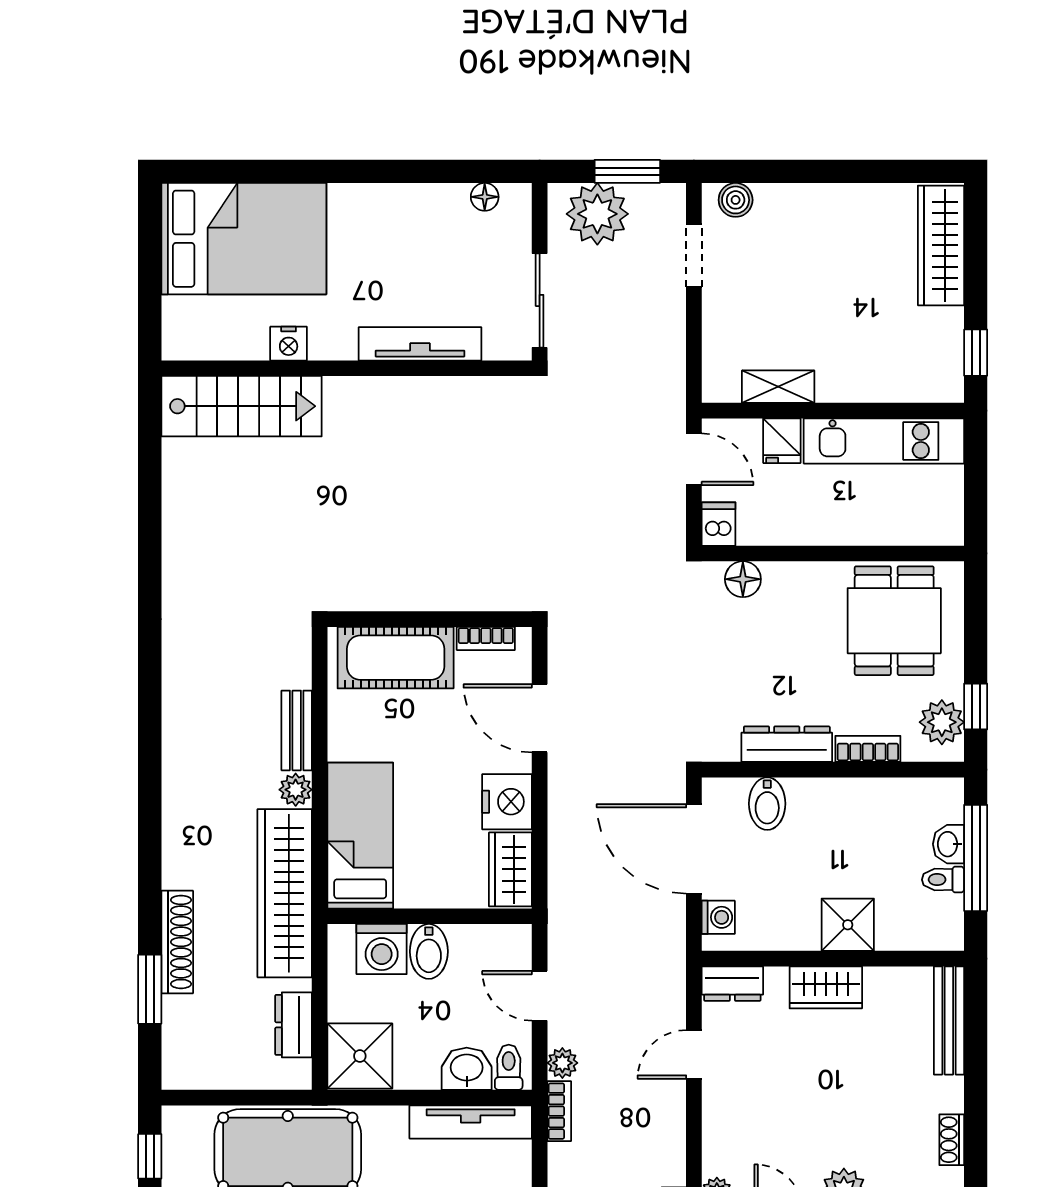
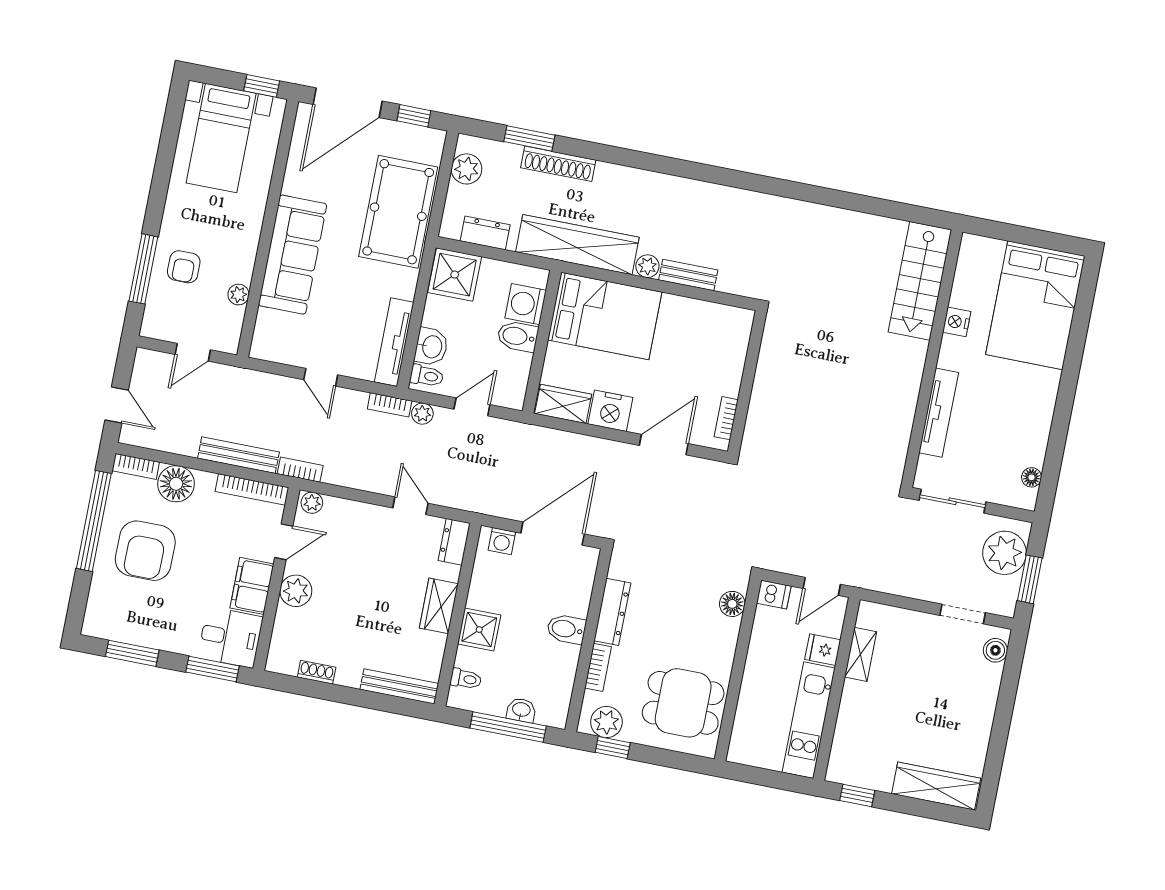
cot: (396, 658) -> (725, 353), removed
bidet: (767, 804) -> (566, 629), moved
bed: (360, 836) -> (605, 316), width x1.50
toilet: (943, 880) -> (466, 679), moved, turned 90
plant: (209, 1068) -> (467, 169), added

